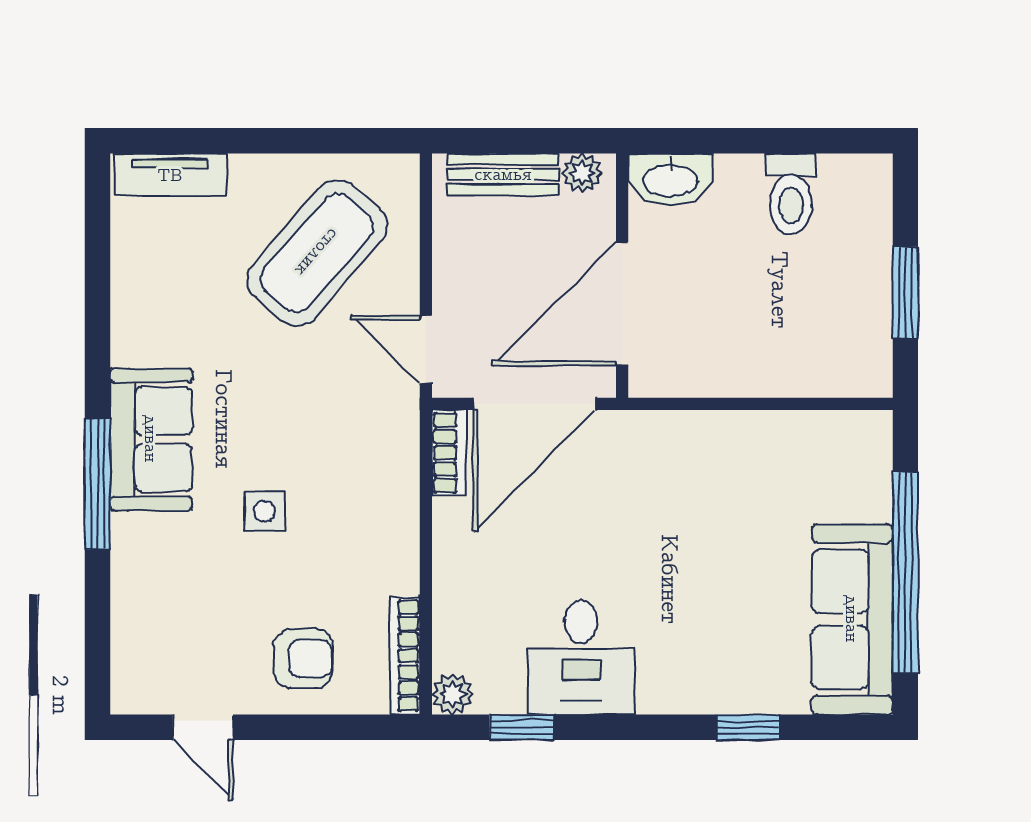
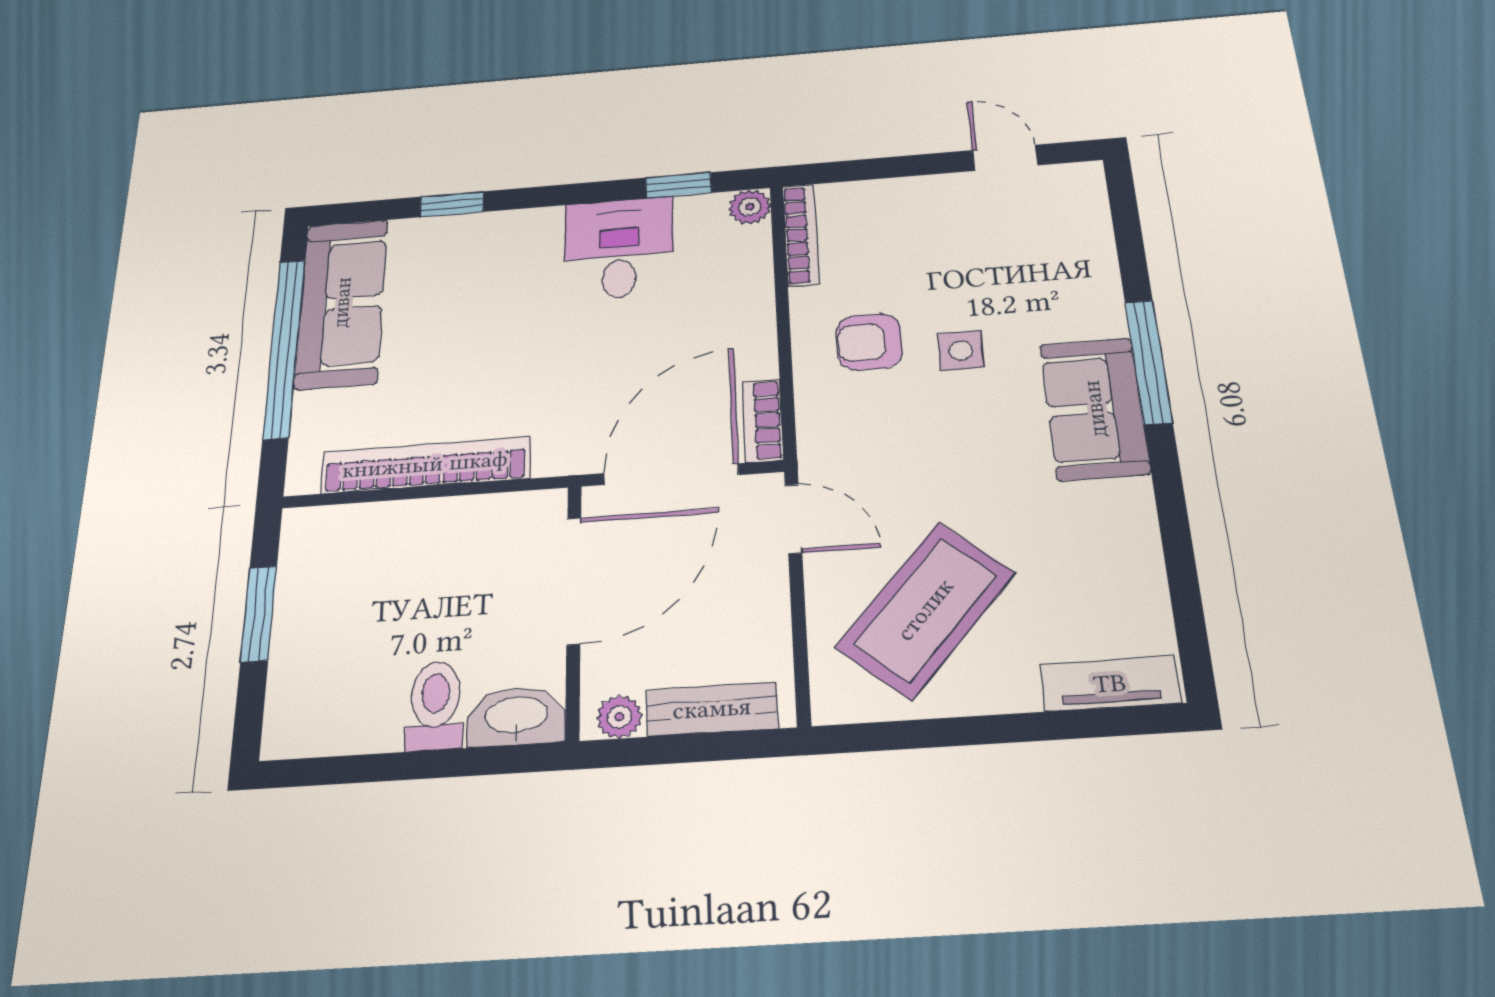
toilet: (791, 194) -> (435, 705), moved
bookcase: (761, 432) -> (425, 465), added
armchair: (303, 659) -> (869, 342), moved

